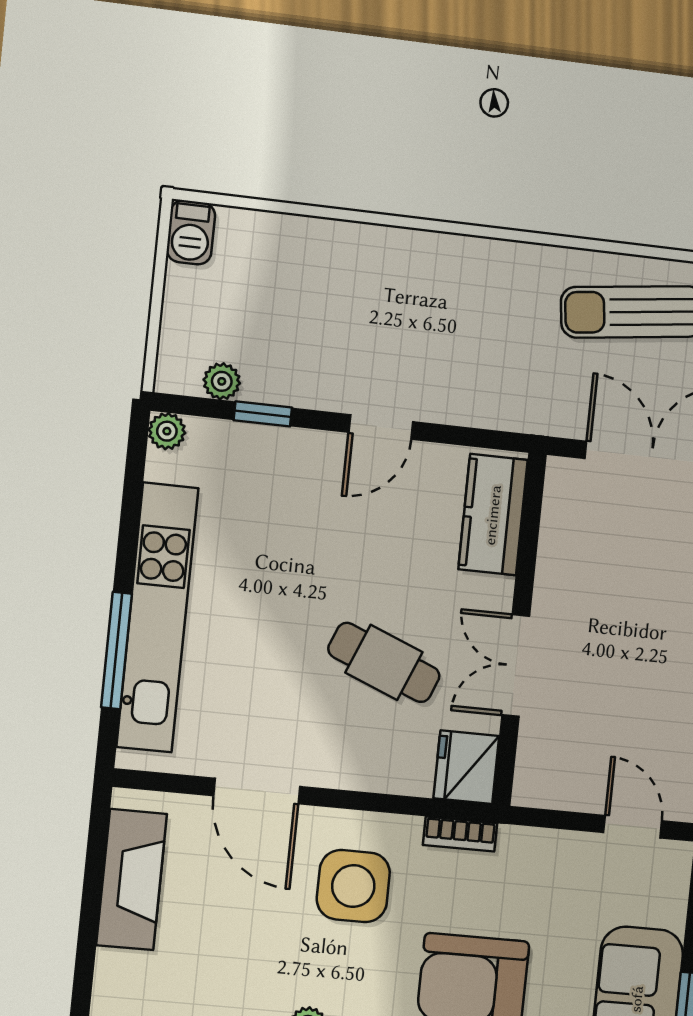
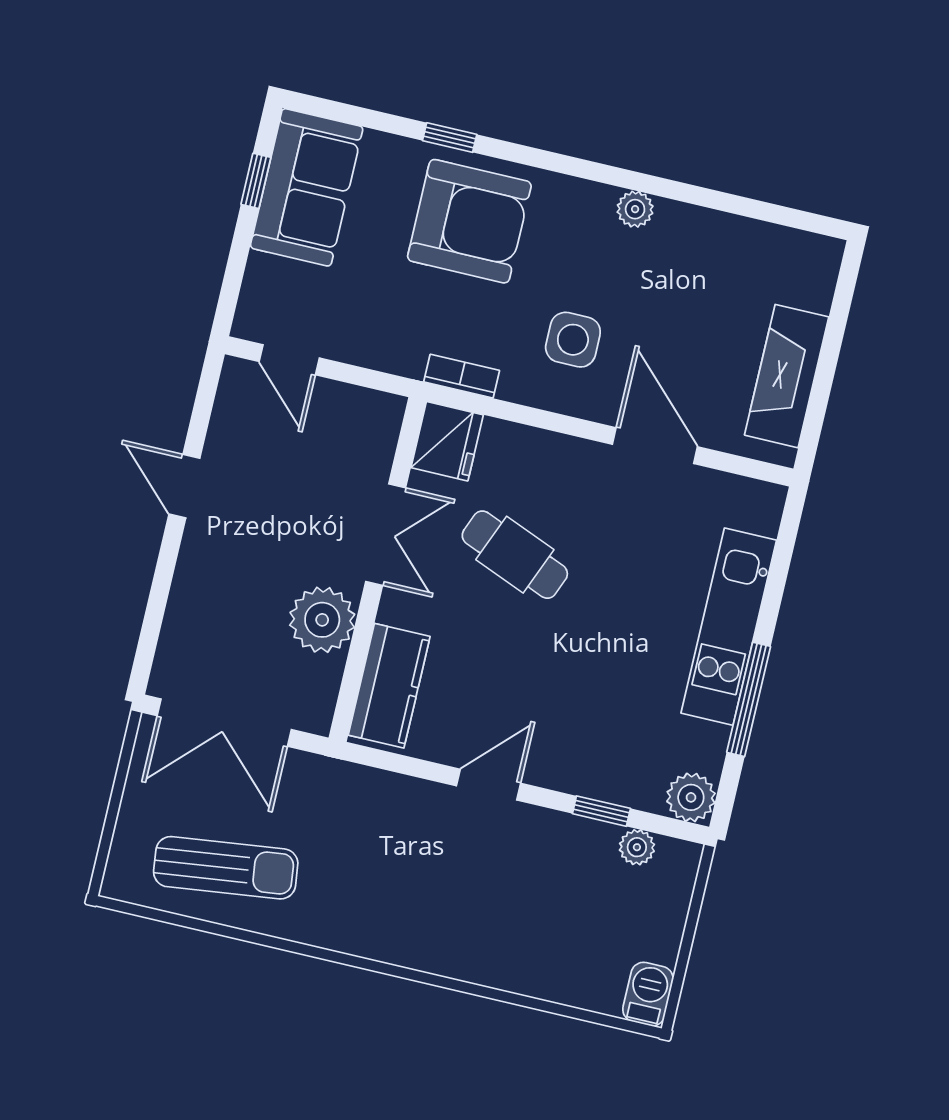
plant: (167, 431) -> (691, 797), width x1.38, depth x1.38
plant: (568, 572) -> (322, 620), added
kitchen unit: (157, 618) -> (729, 627), width x0.73
window: (116, 651) -> (749, 699), moved
side table: (353, 886) -> (573, 340), width x0.73, depth x0.73

